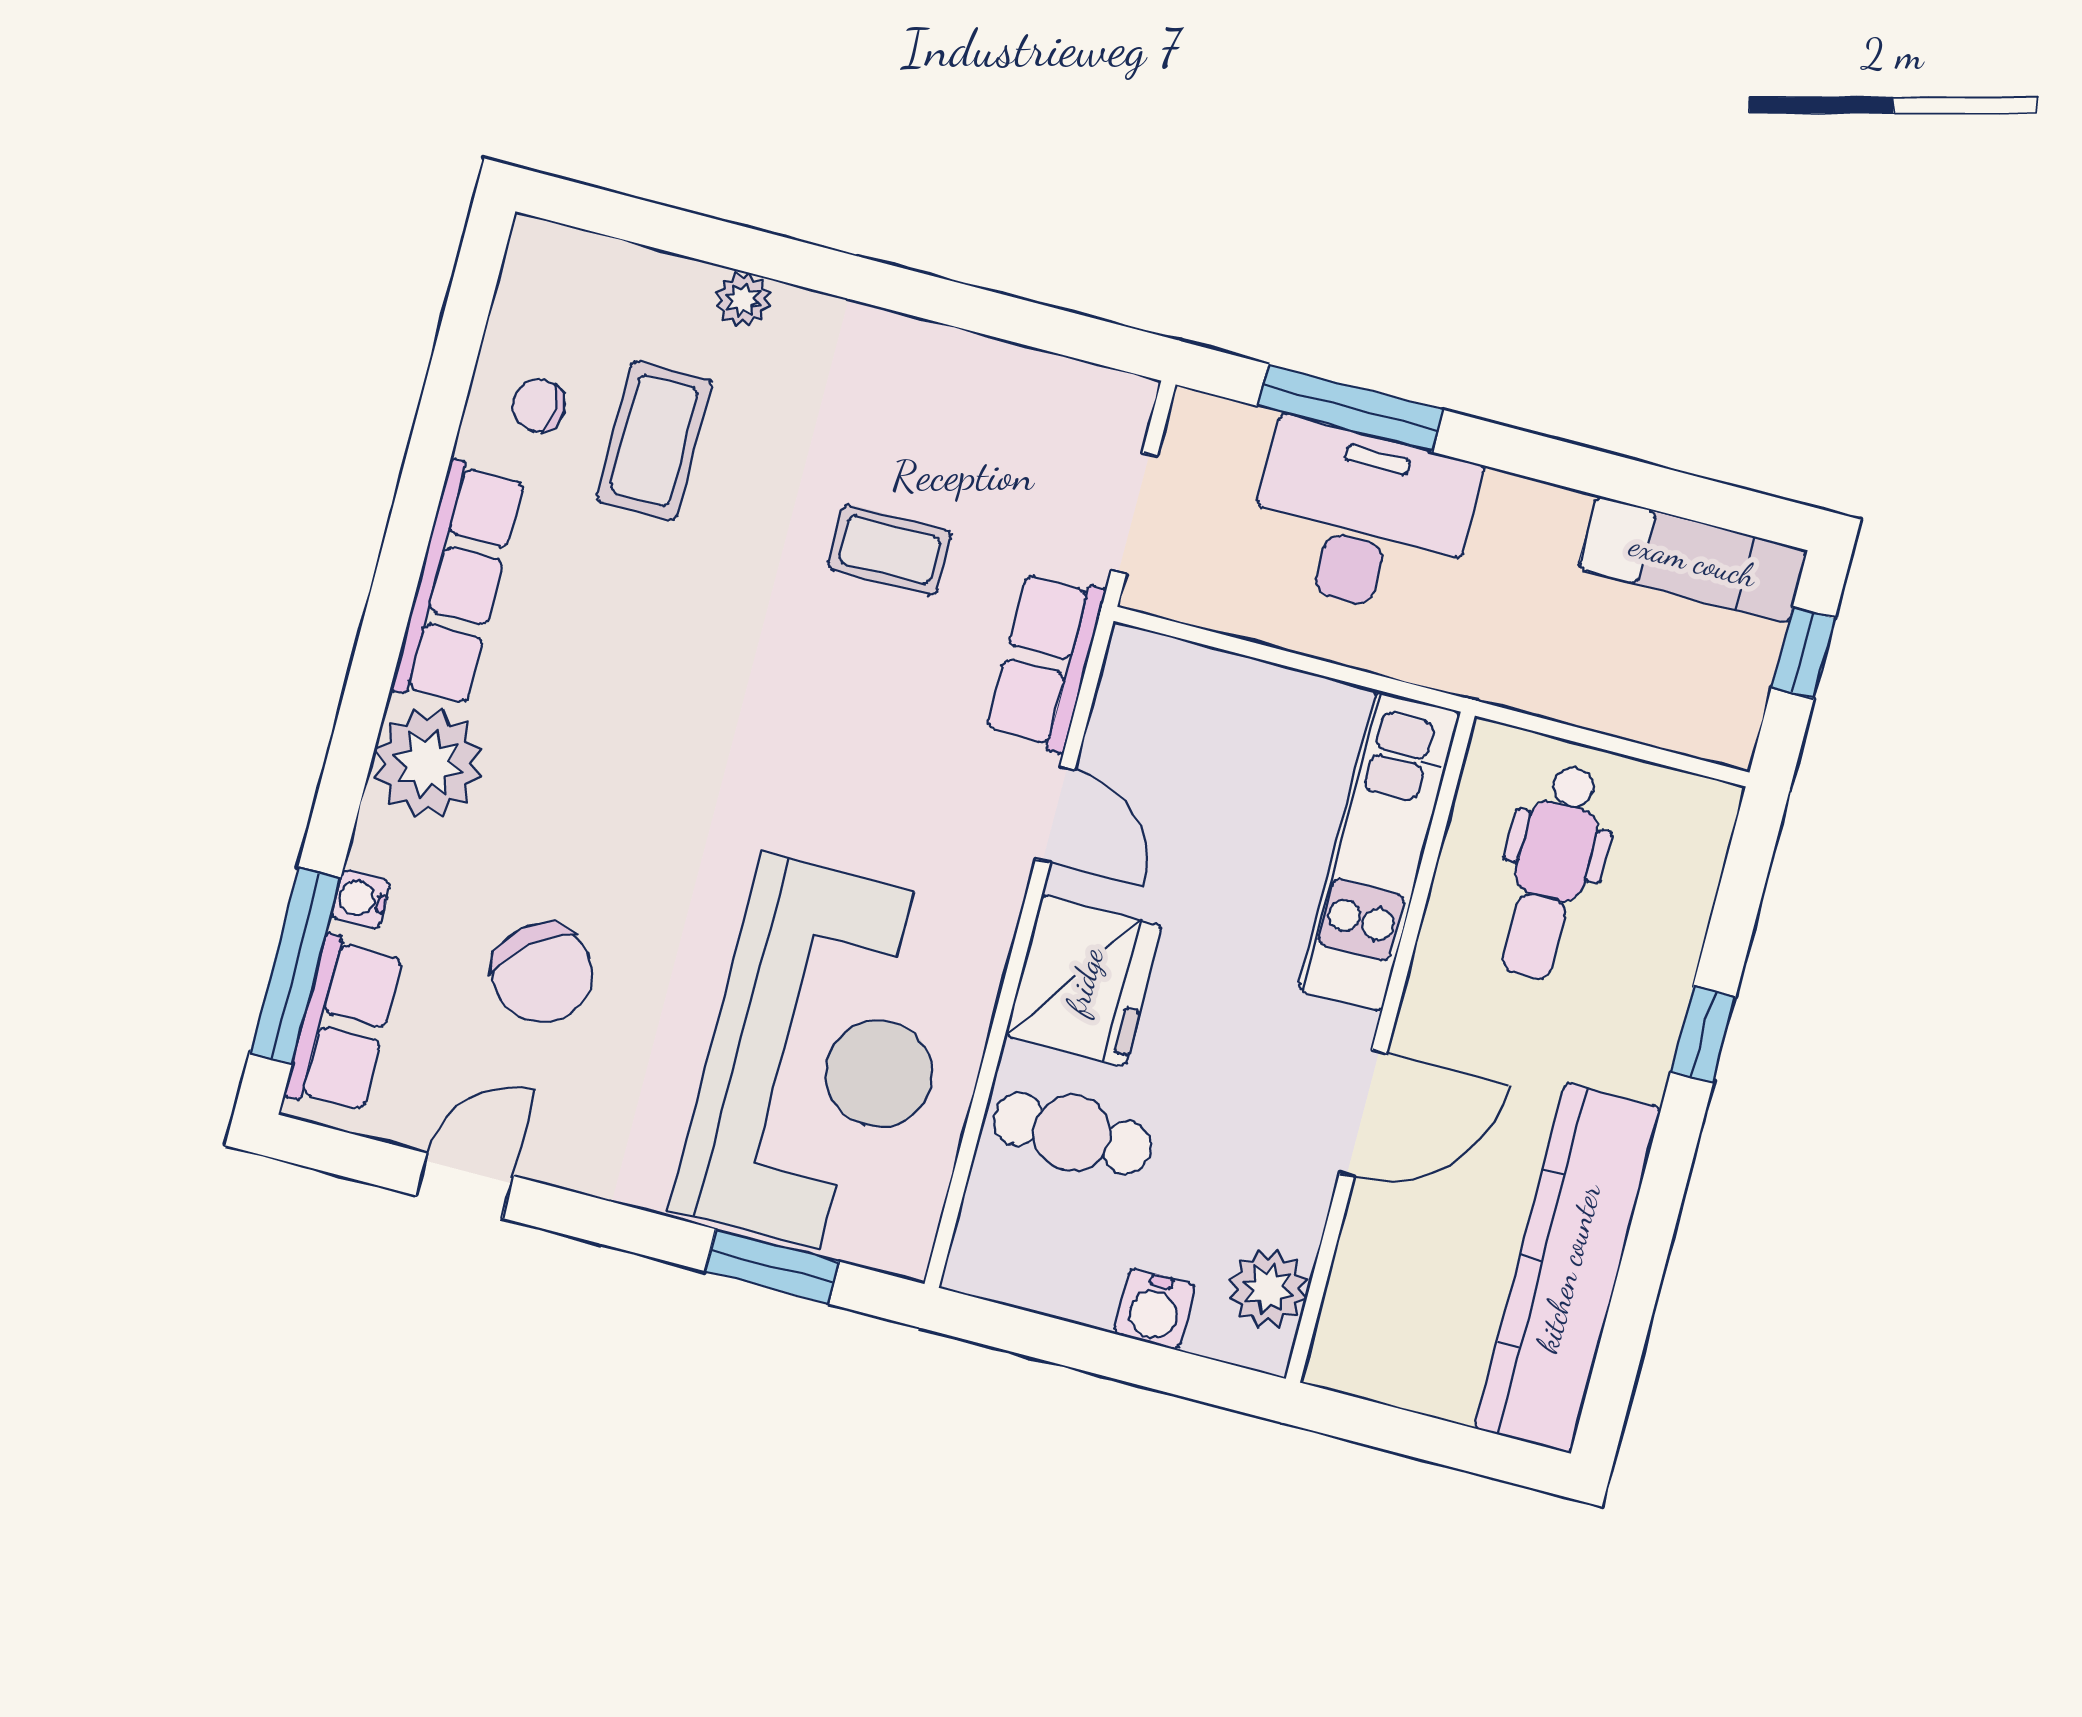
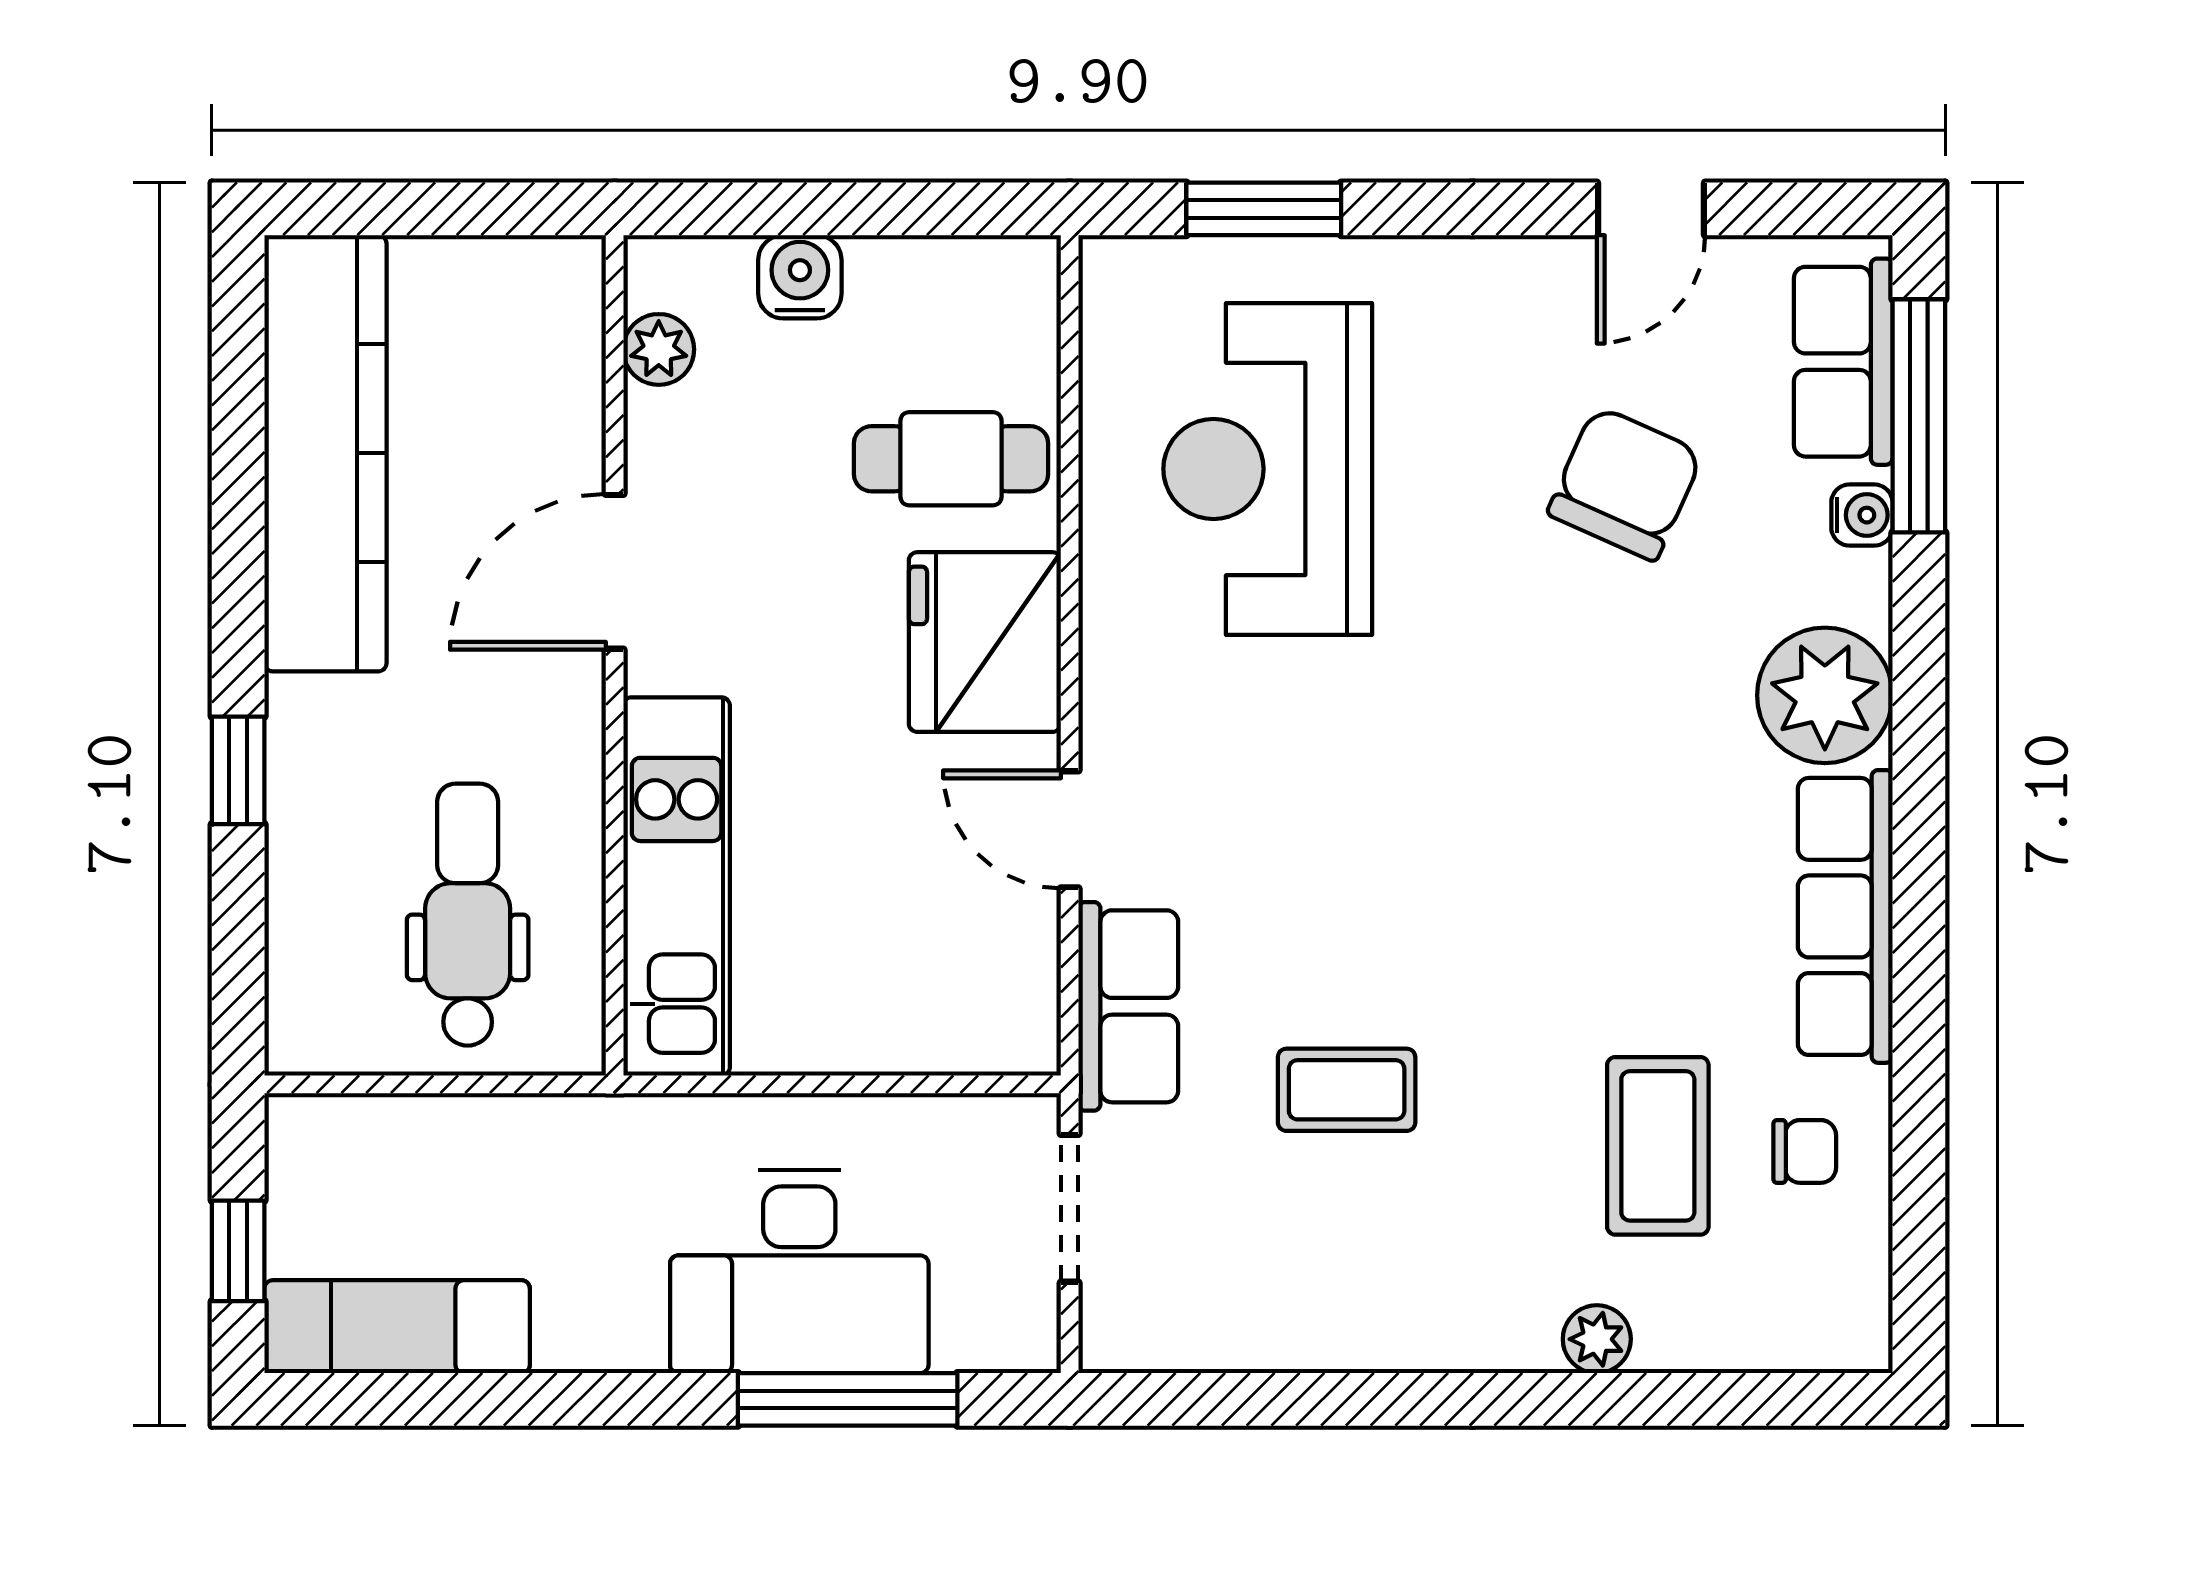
chair: (542, 973) -> (1625, 483), turned 64
reception desk: (823, 1059) -> (1268, 469), width x0.74, depth x0.77
plant: (1268, 1289) -> (659, 349), width x0.73, depth x0.73

